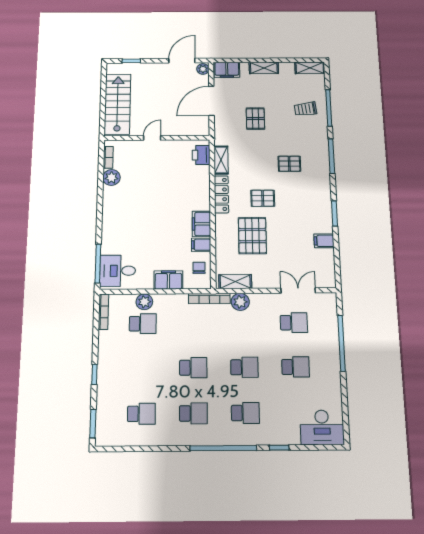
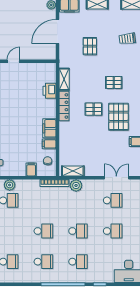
printer: (201, 155) -> (50, 91), moved
pallet: (252, 236) -> (119, 117), moved
filing cabinet: (168, 280) -> (31, 169), width x0.50

